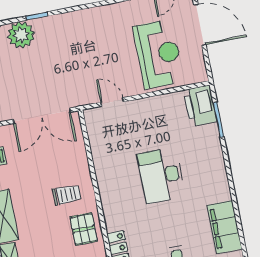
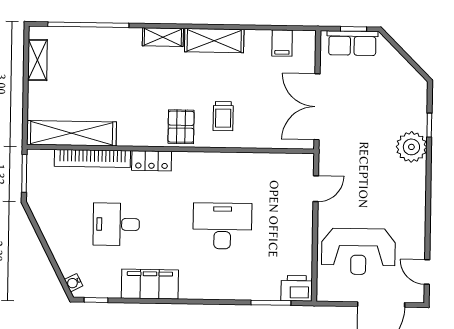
plant: (21, 35) -> (411, 147), moved
printer: (200, 106) -> (297, 288), width x0.73, depth x0.84
pallet: (84, 229) -> (181, 127), turned 90

